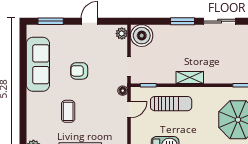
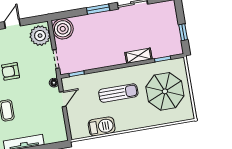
plant: (122, 33) -> (40, 36), width x1.87, depth x1.87
shelving: (190, 78) -> (138, 56), moved
sun lounger: (171, 104) -> (118, 93), moved

